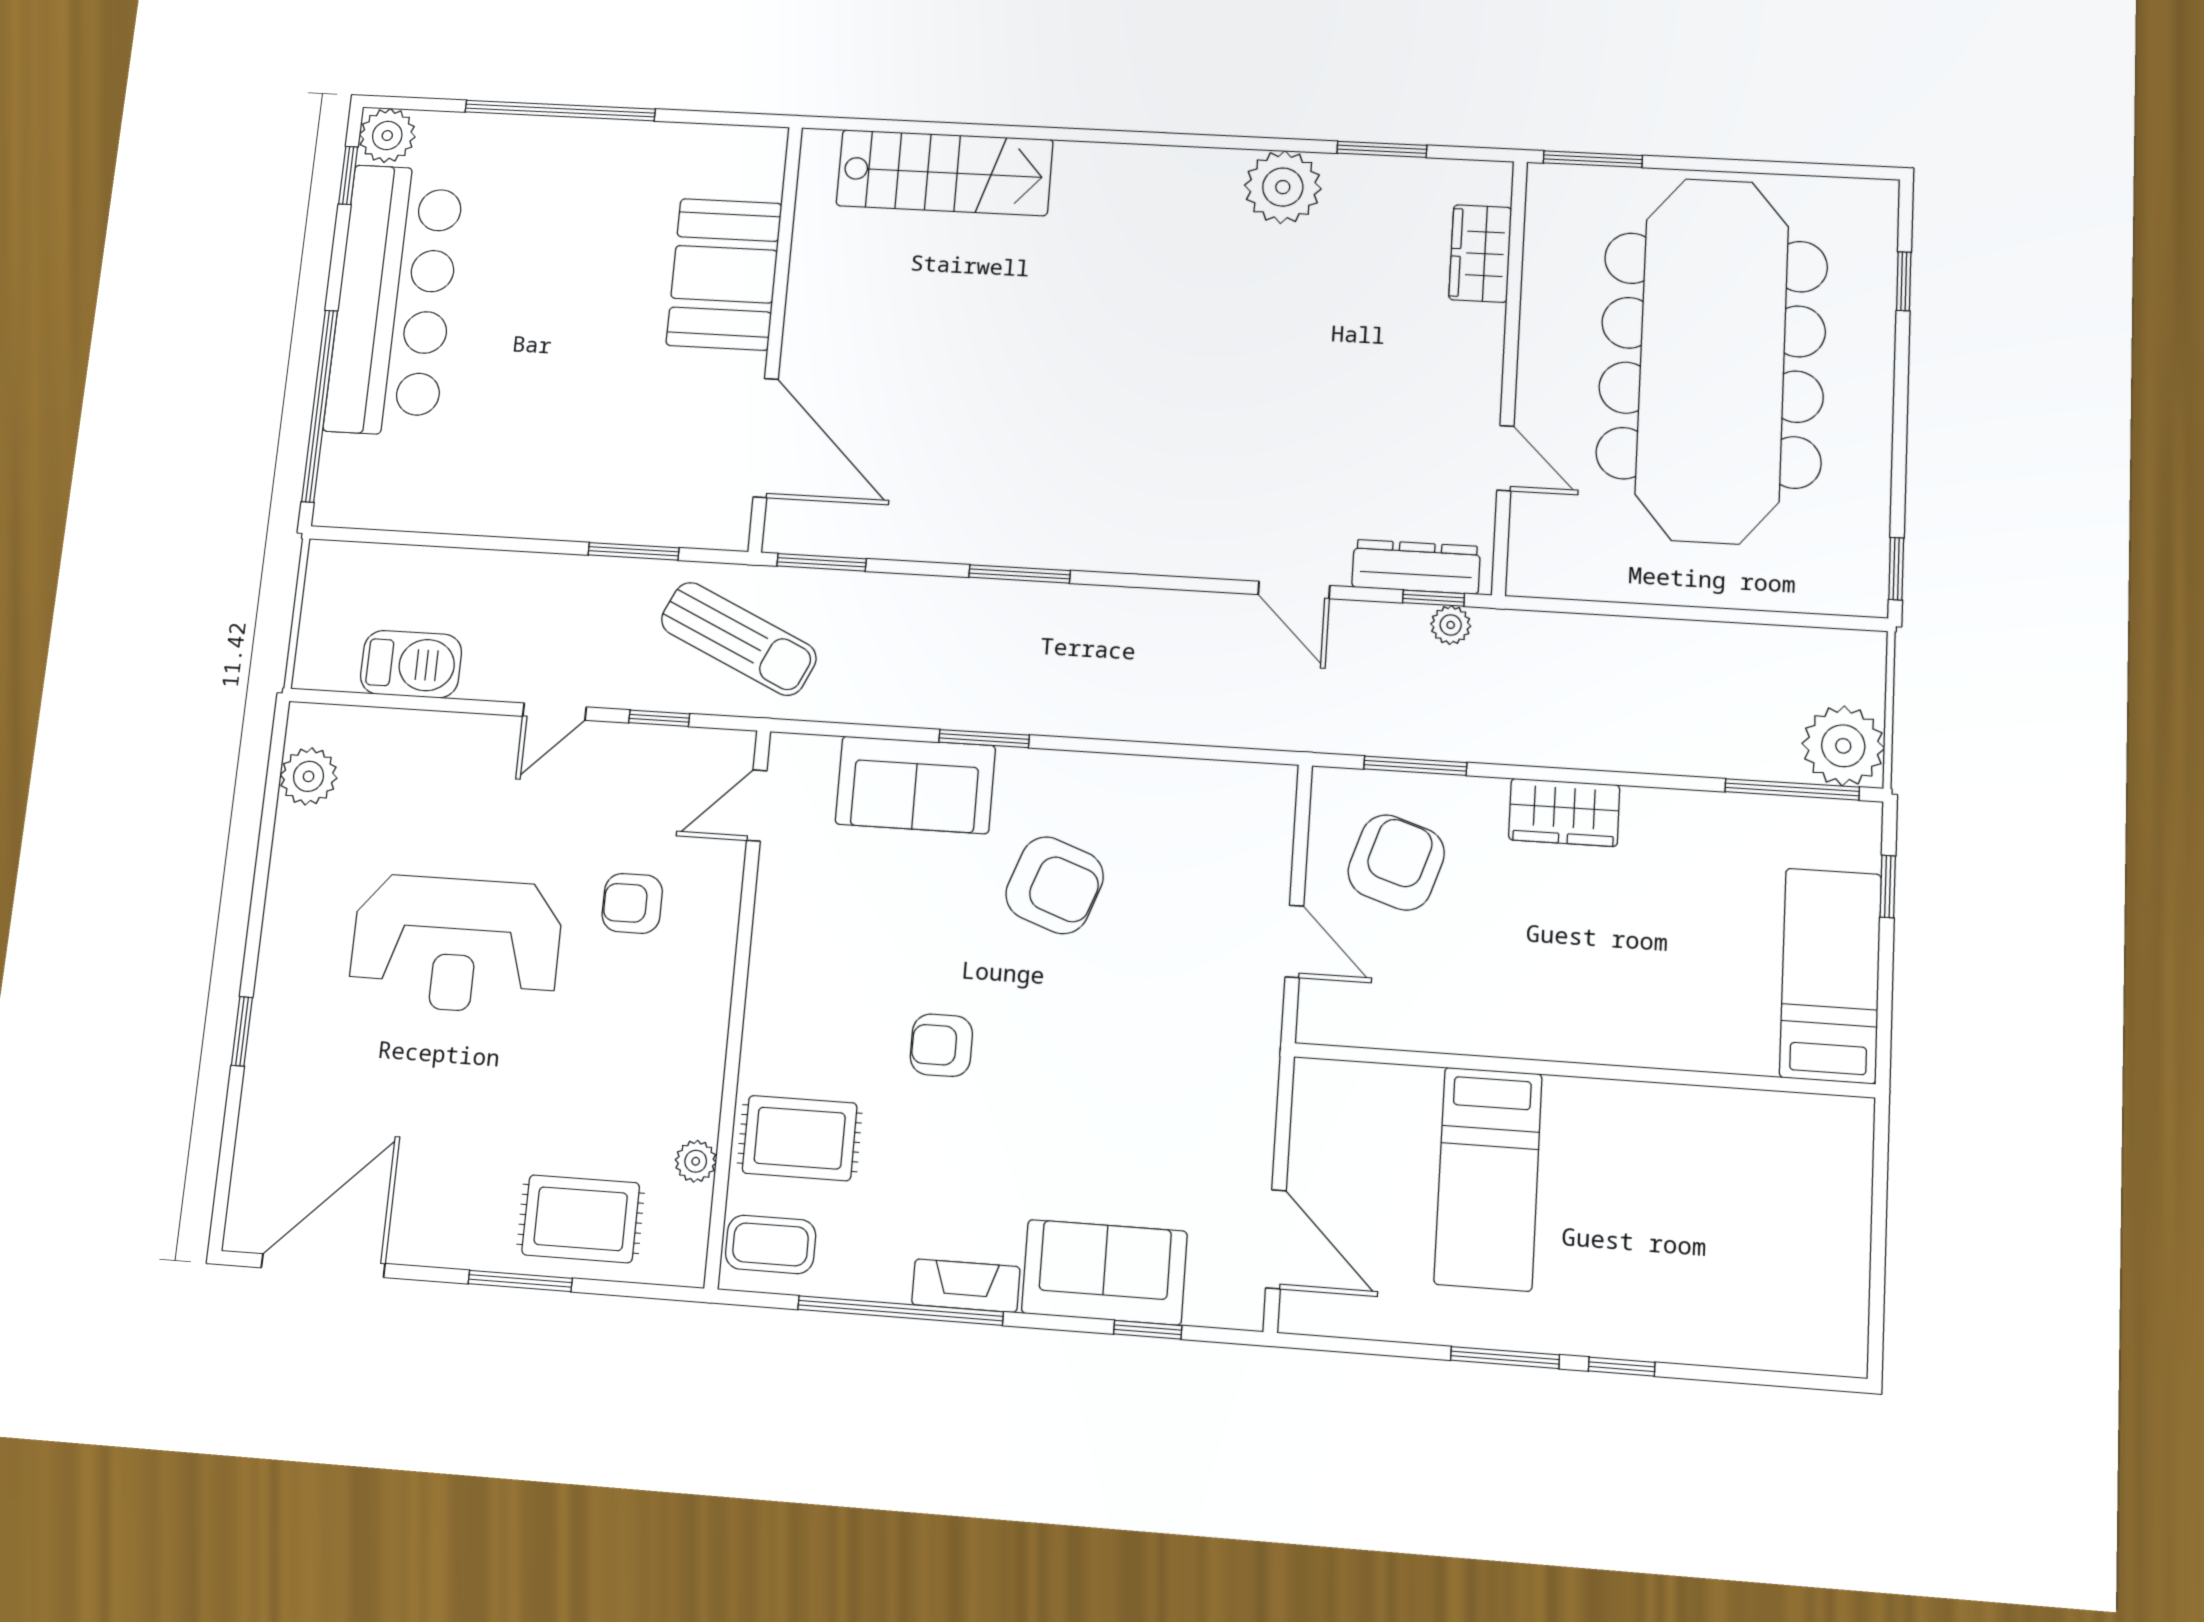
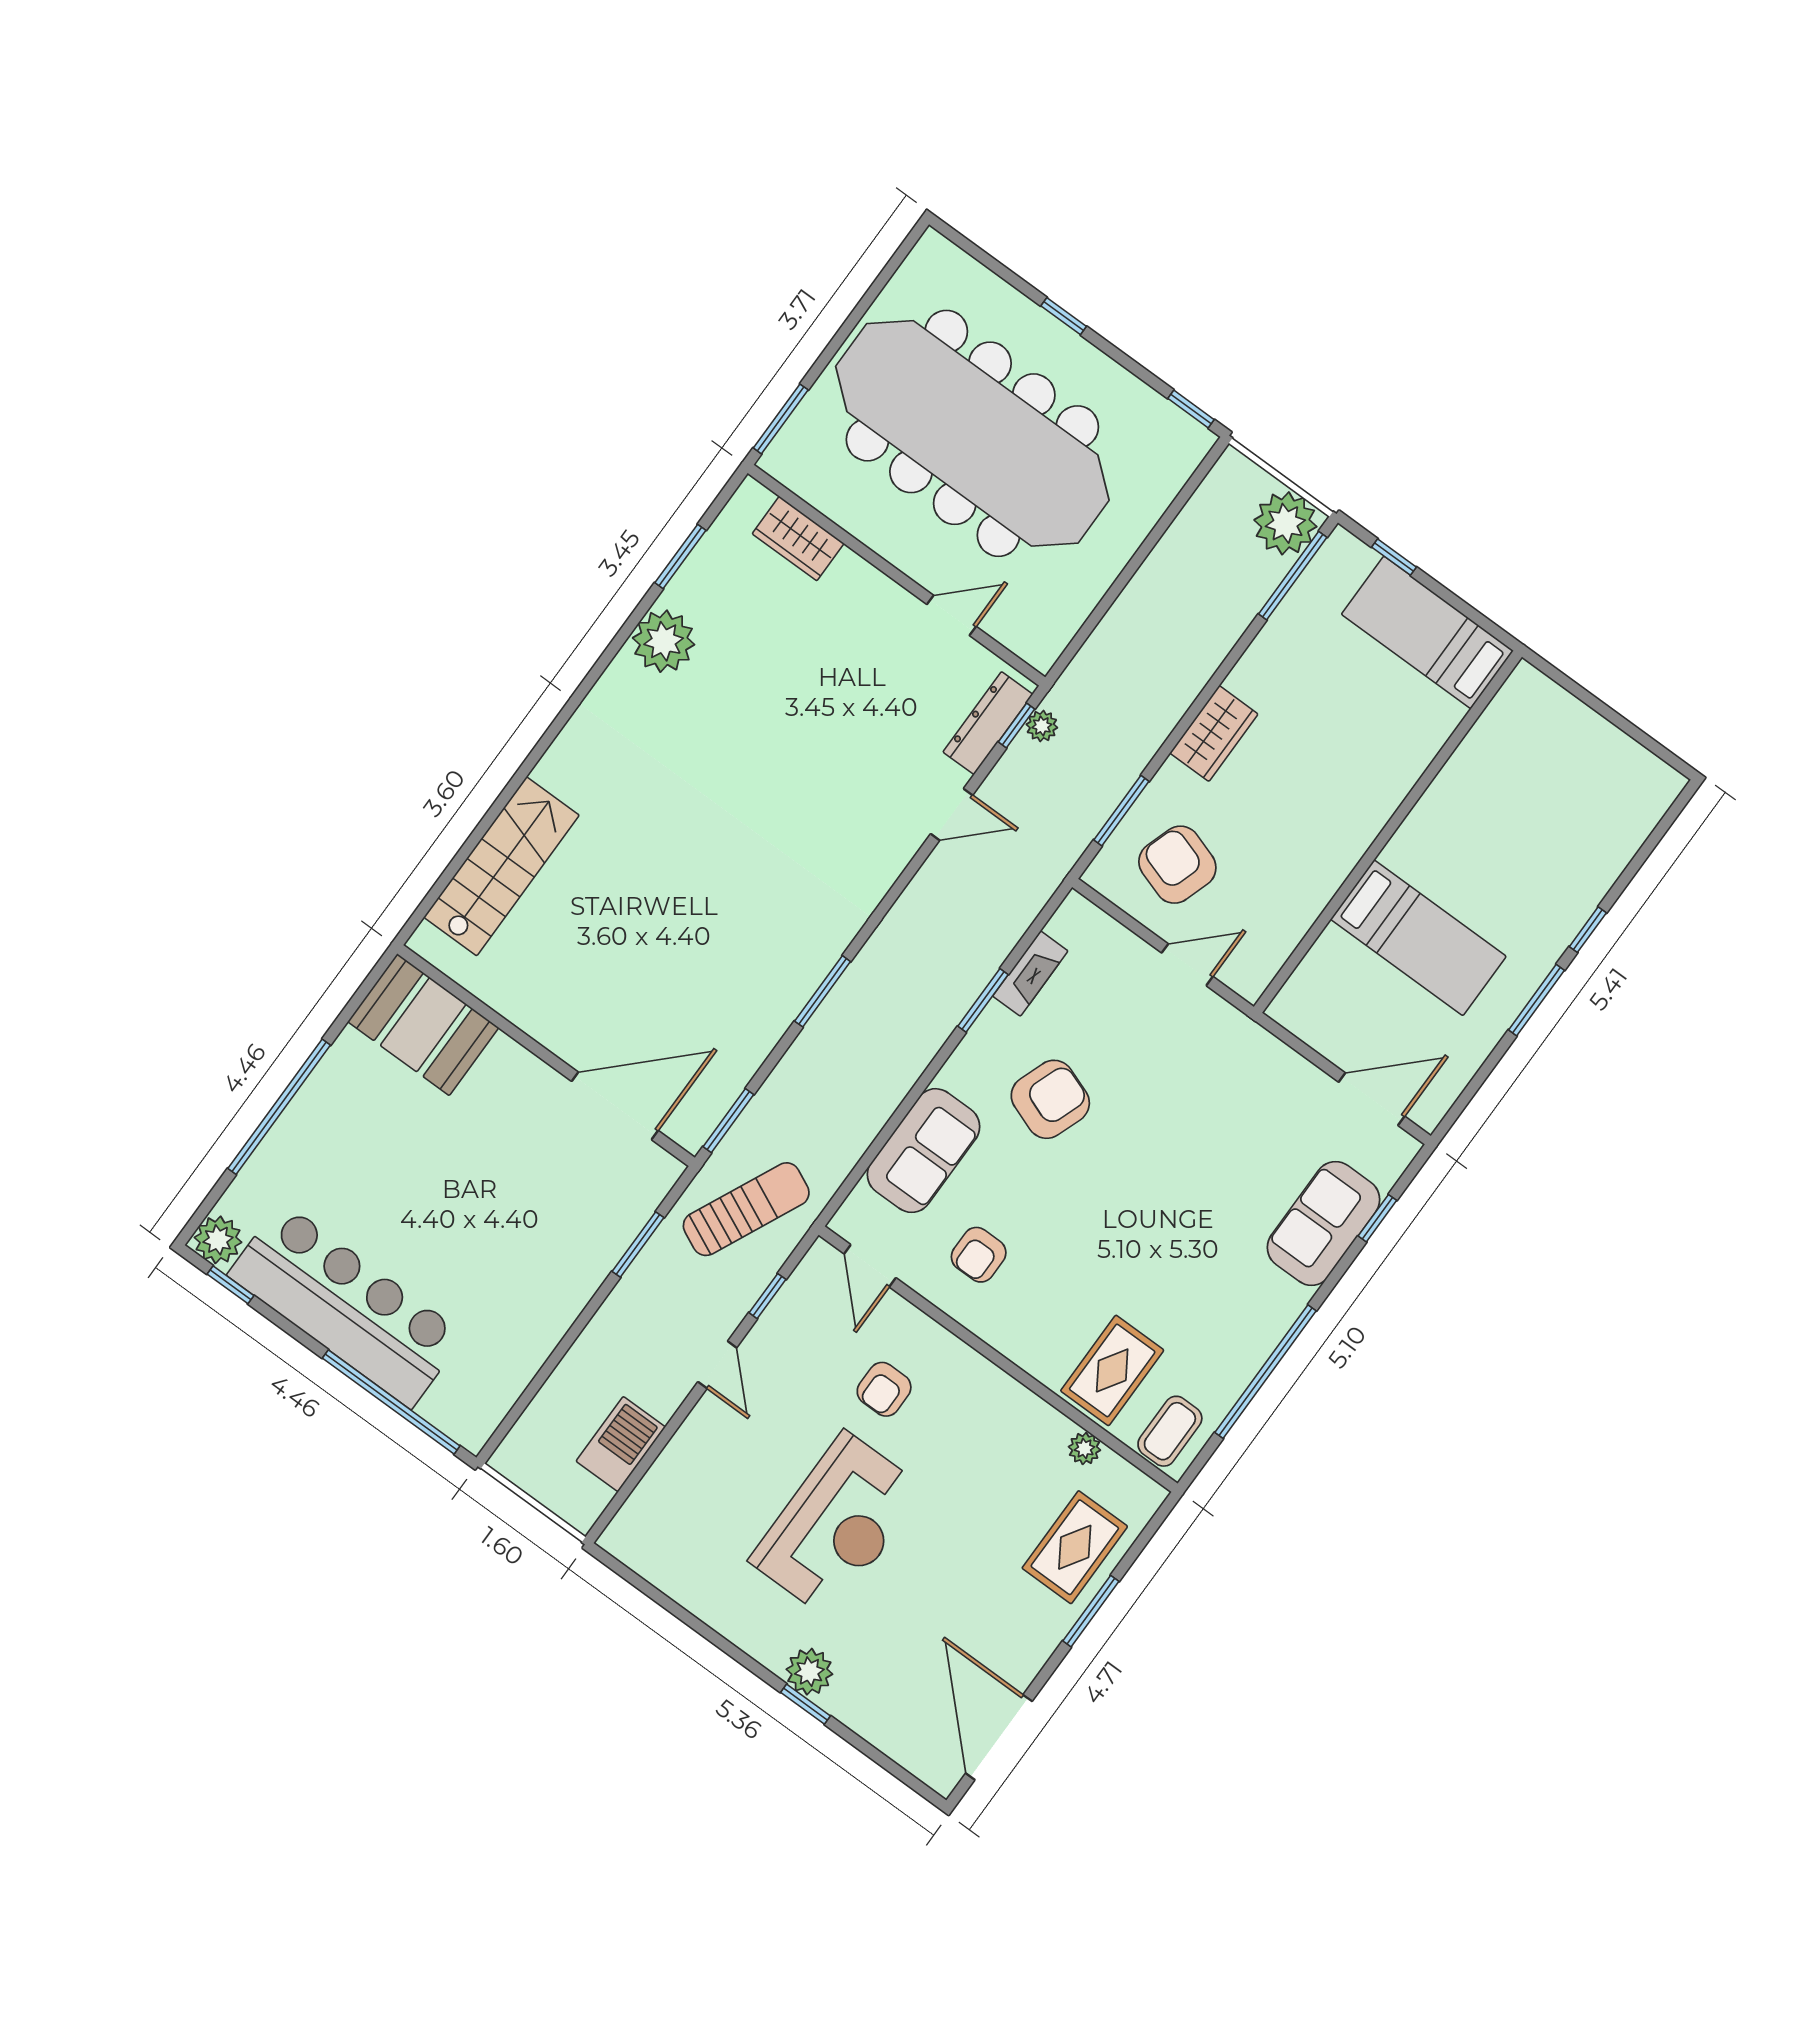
booth: (724, 274) -> (423, 1025), moved
window: (1904, 281) -> (1064, 316), moved
window: (984, 739) -> (983, 1000), moved
plant: (309, 776) -> (809, 1672), moved
armchair: (941, 1045) -> (979, 1255), moved
fireplace: (966, 1286) -> (1030, 974), moved, turned 180

